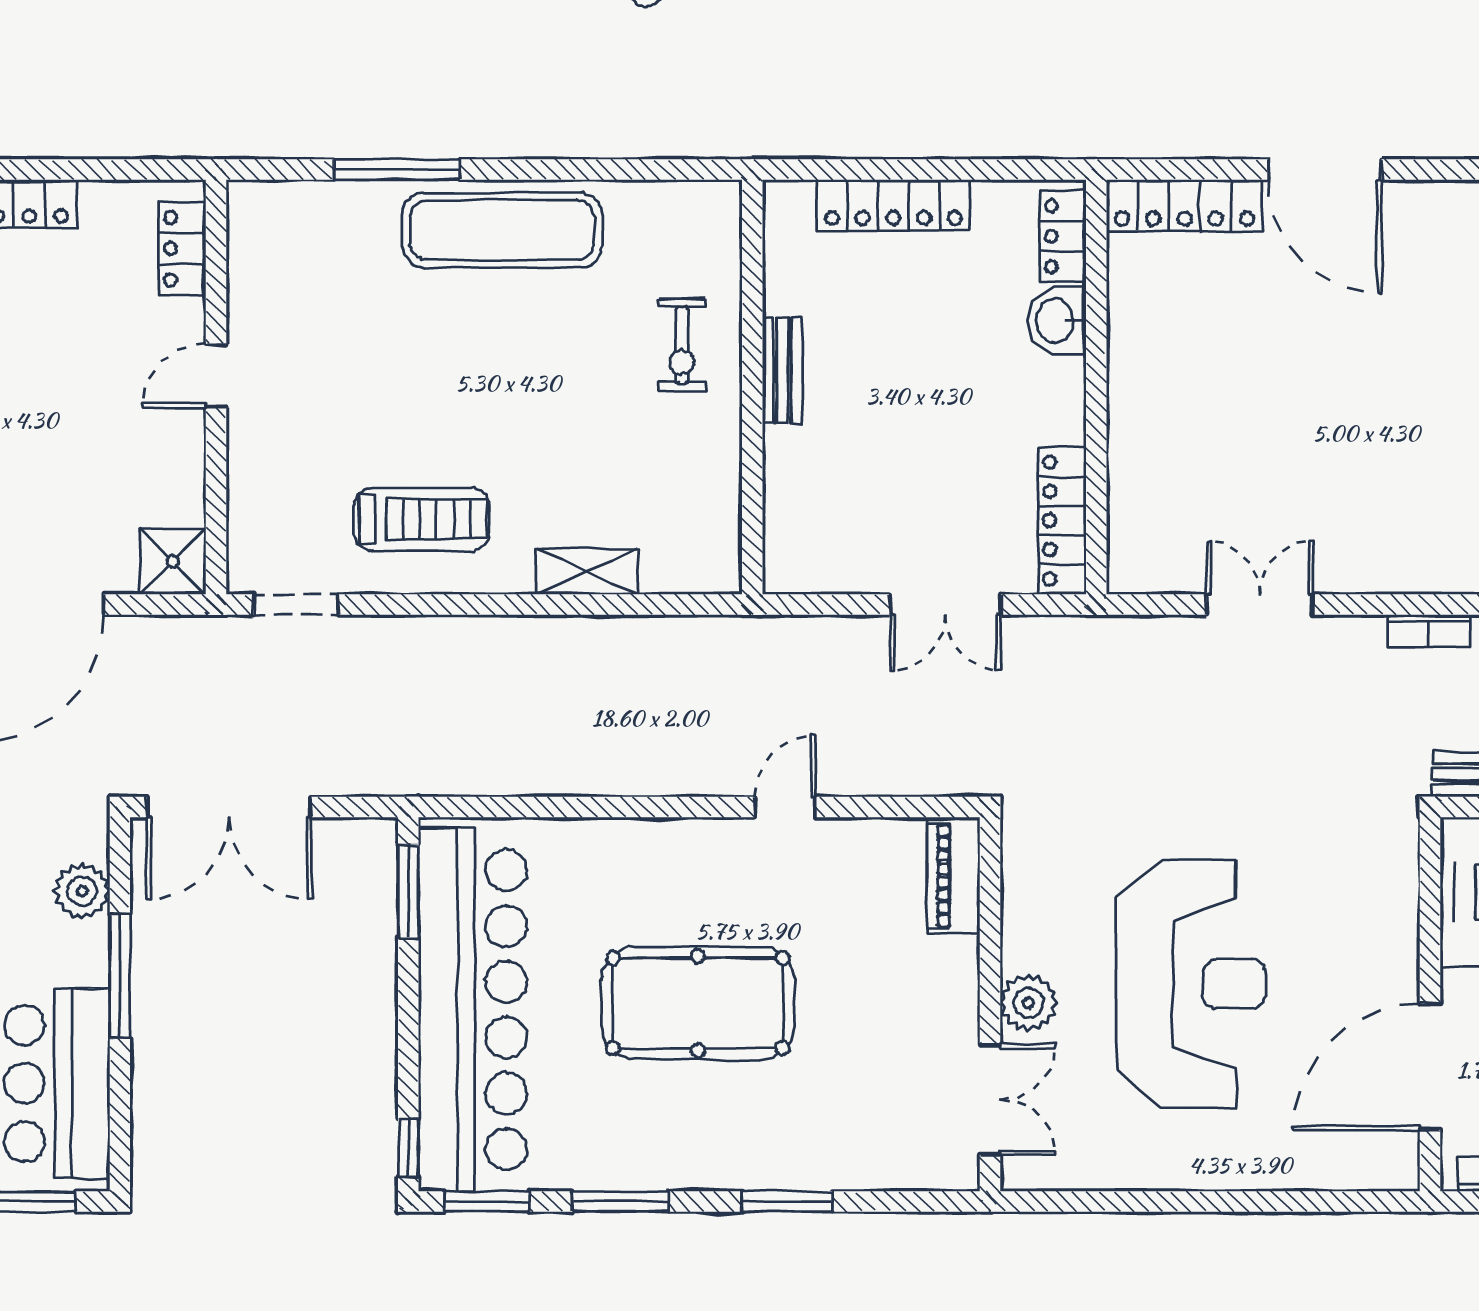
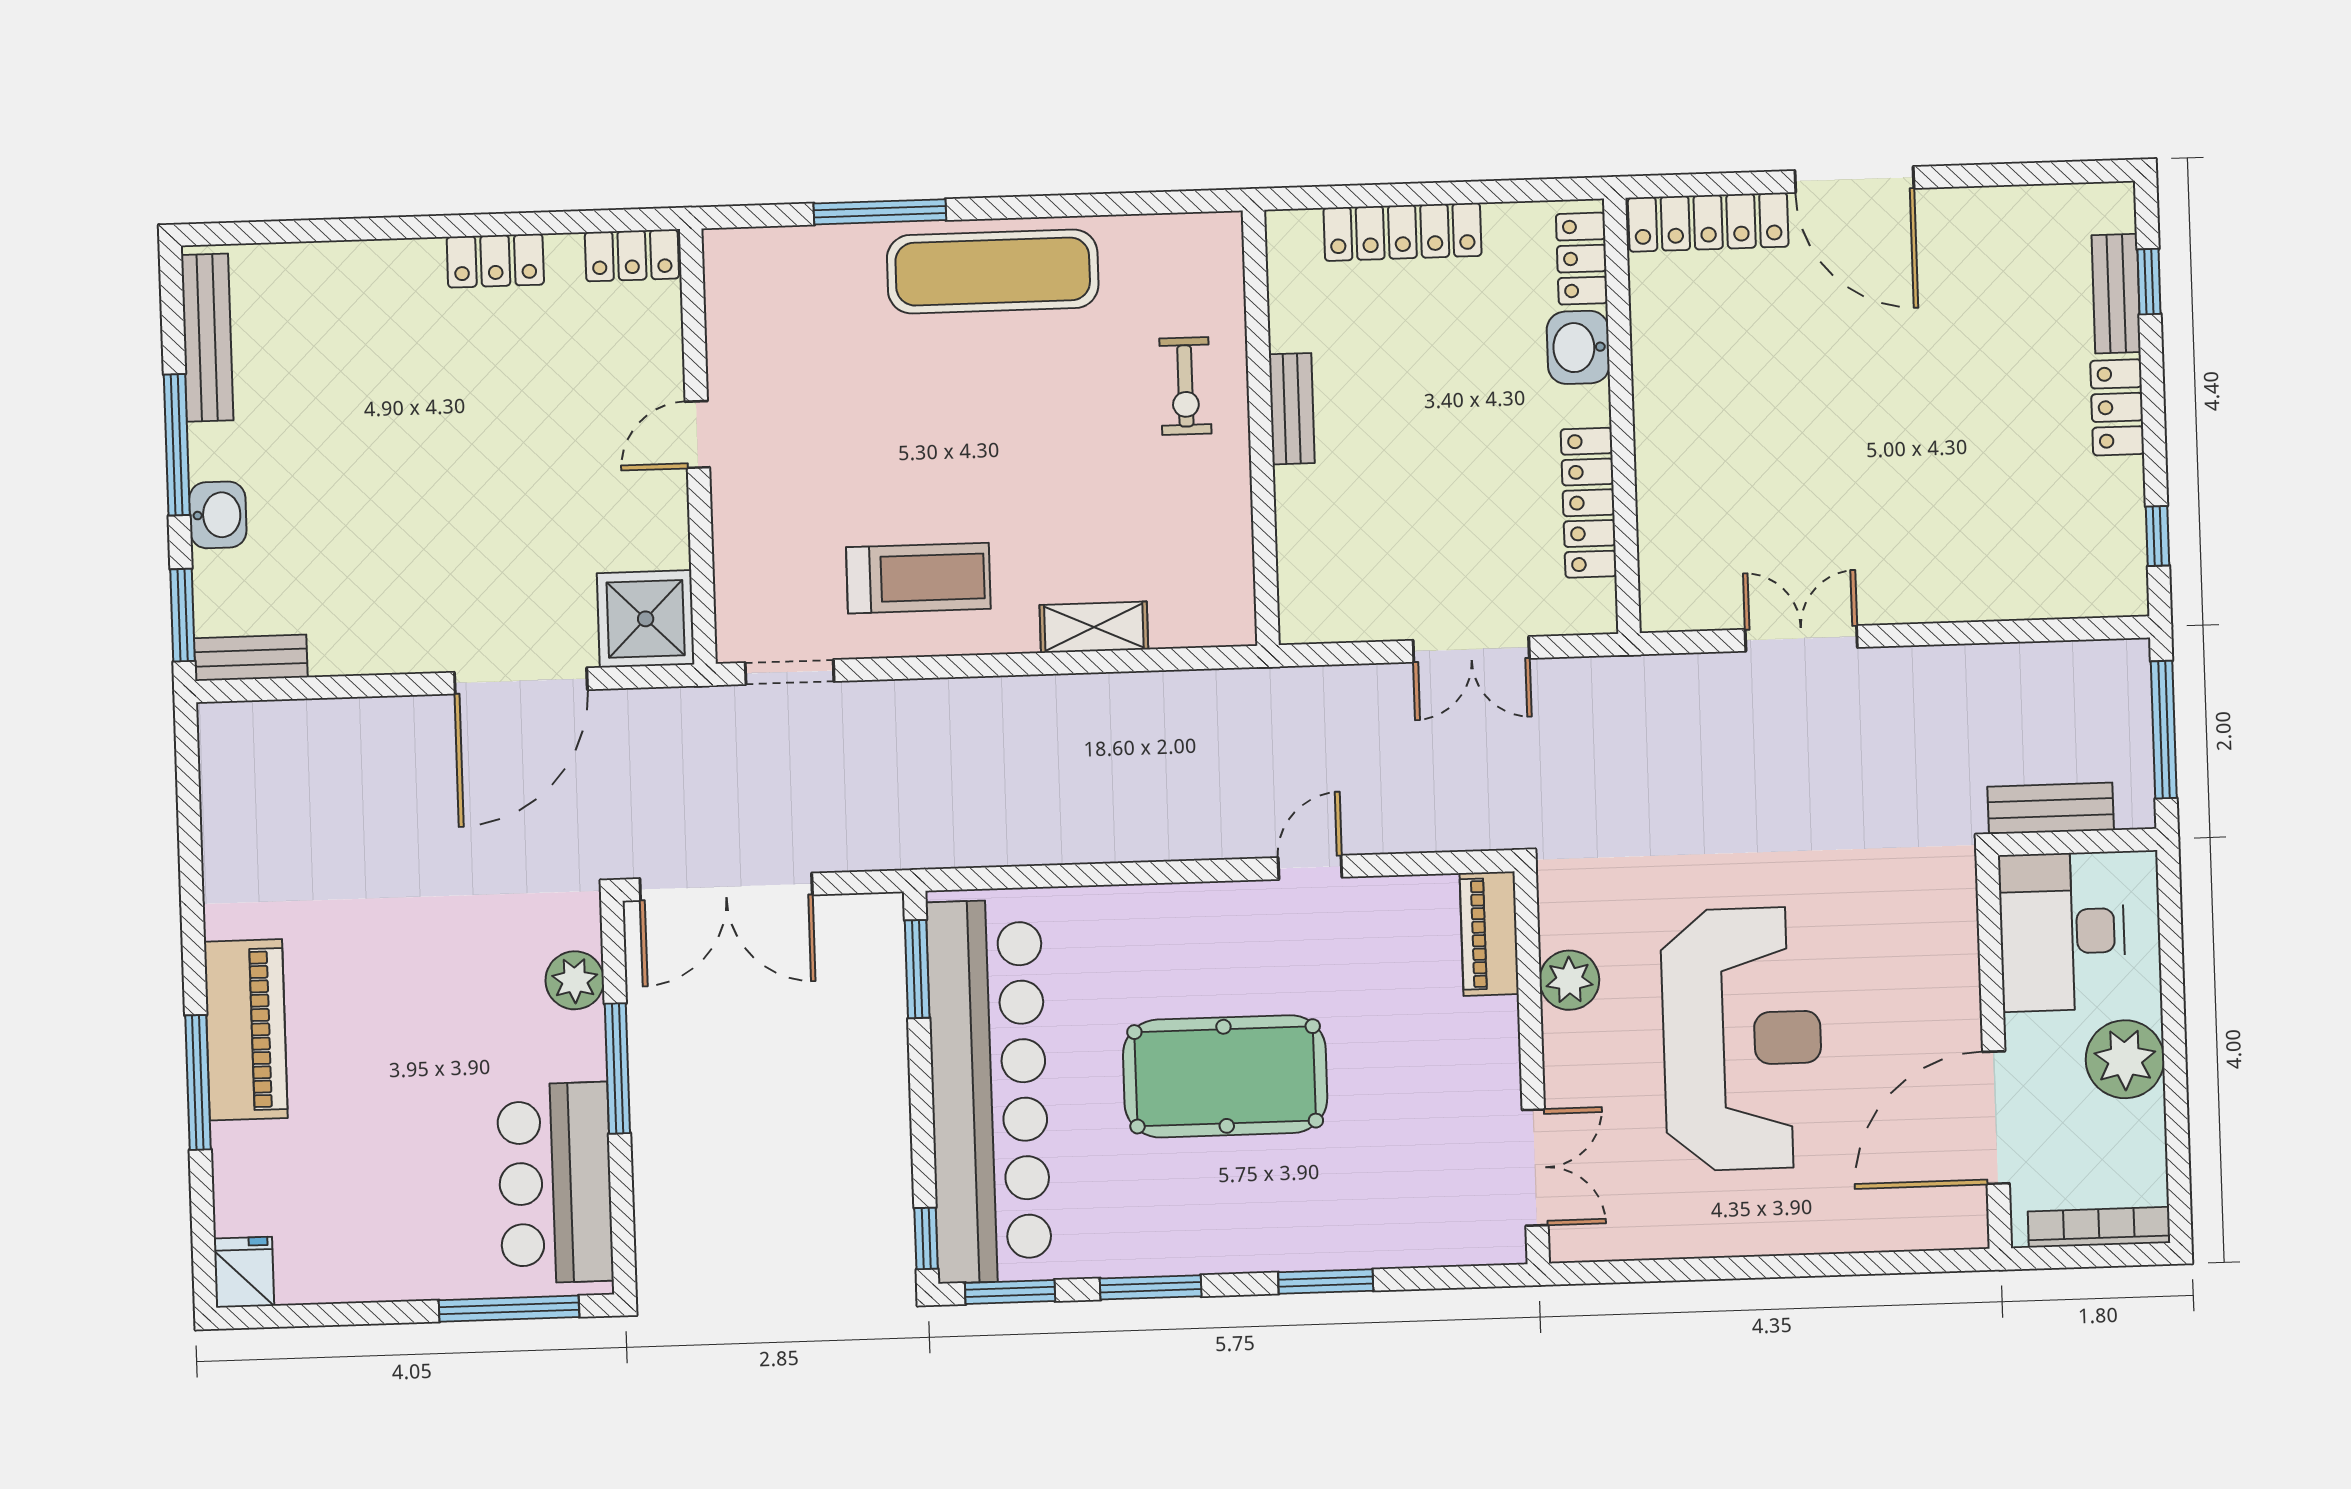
locker: (182, 249) -> (632, 255), moved, turned -90
locker: (1062, 521) -> (1589, 503), moved
shower: (173, 561) -> (646, 619), width x1.36, depth x1.36
bookcase: (1429, 631) -> (1980, 660), removed
plant: (1028, 1003) -> (1569, 980), moved

